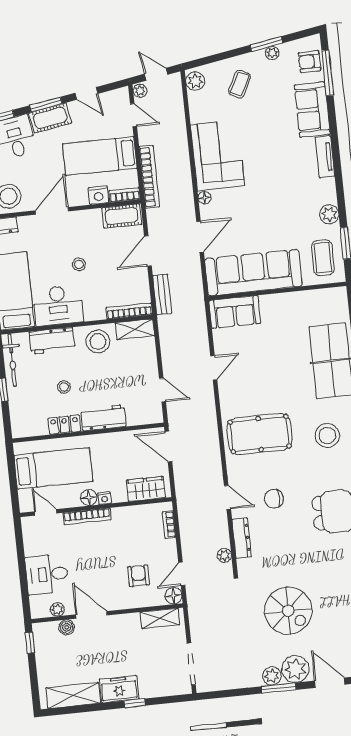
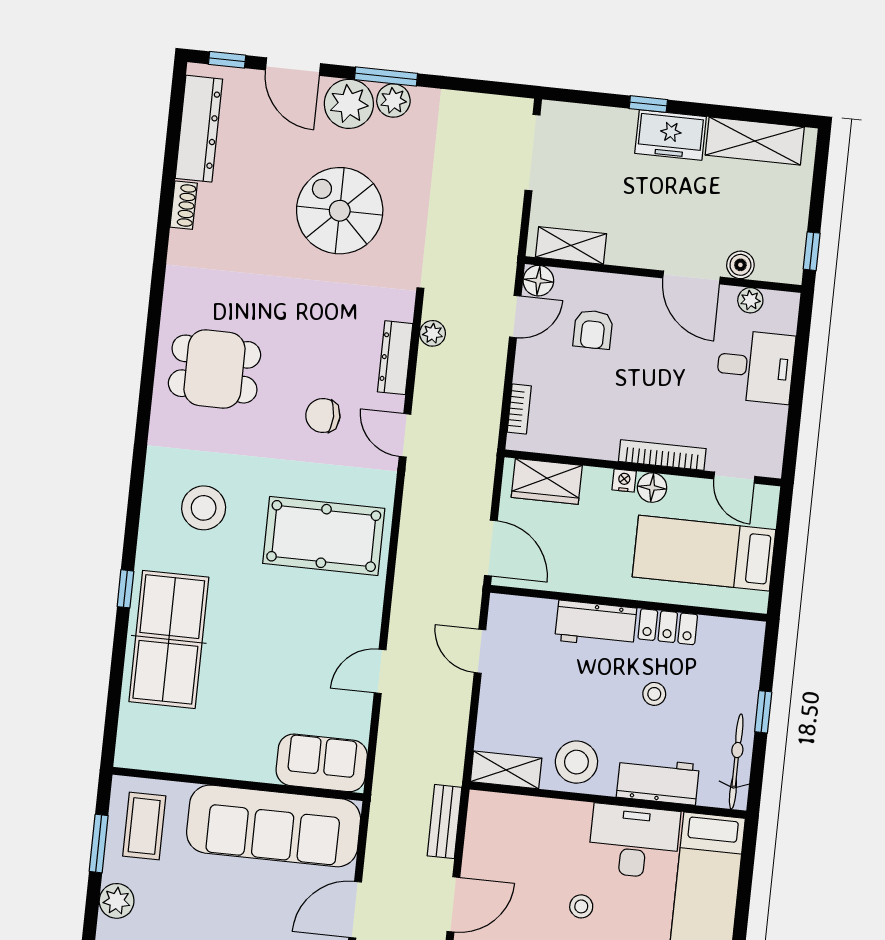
bookcase: (129, 311) -> (510, 804), removed
chair: (274, 499) -> (323, 415), turned 180

